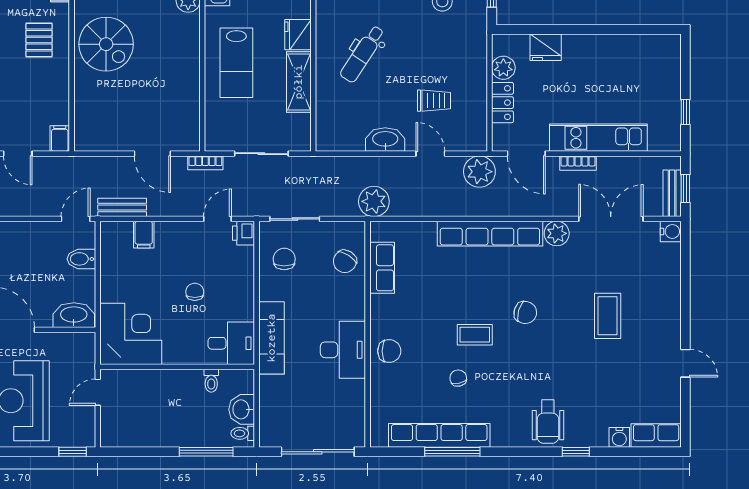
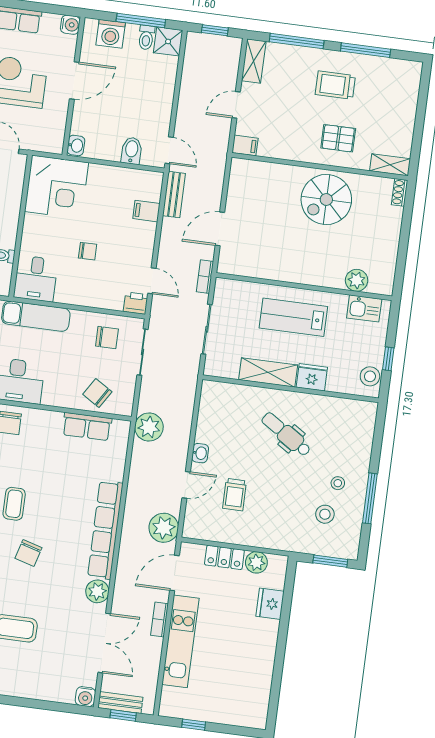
washbasin: (385, 140) -> (200, 453), width x0.52, depth x0.69
washbasin: (74, 315) -> (76, 145), width x0.52, depth x0.69

